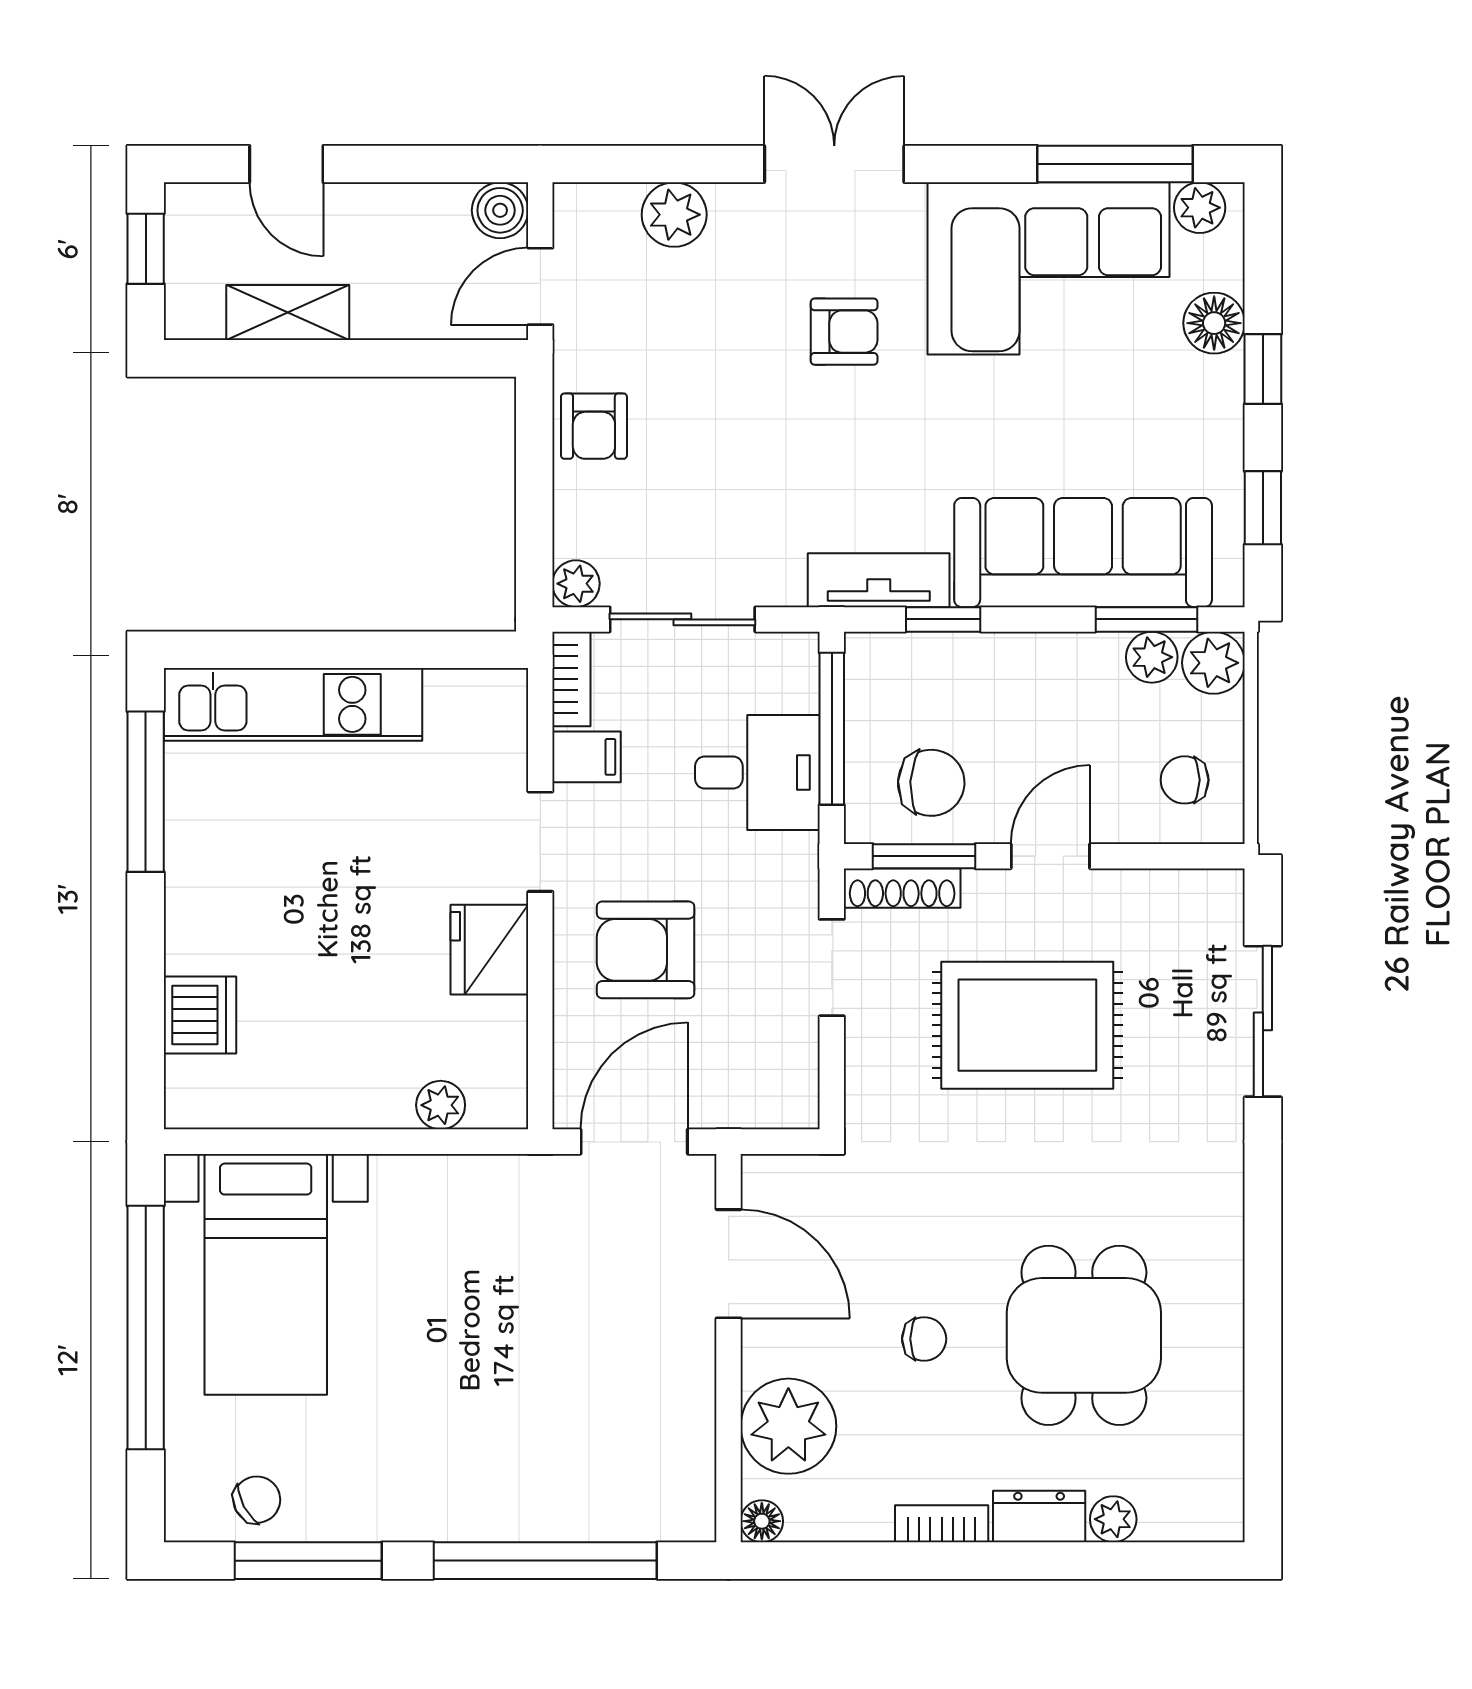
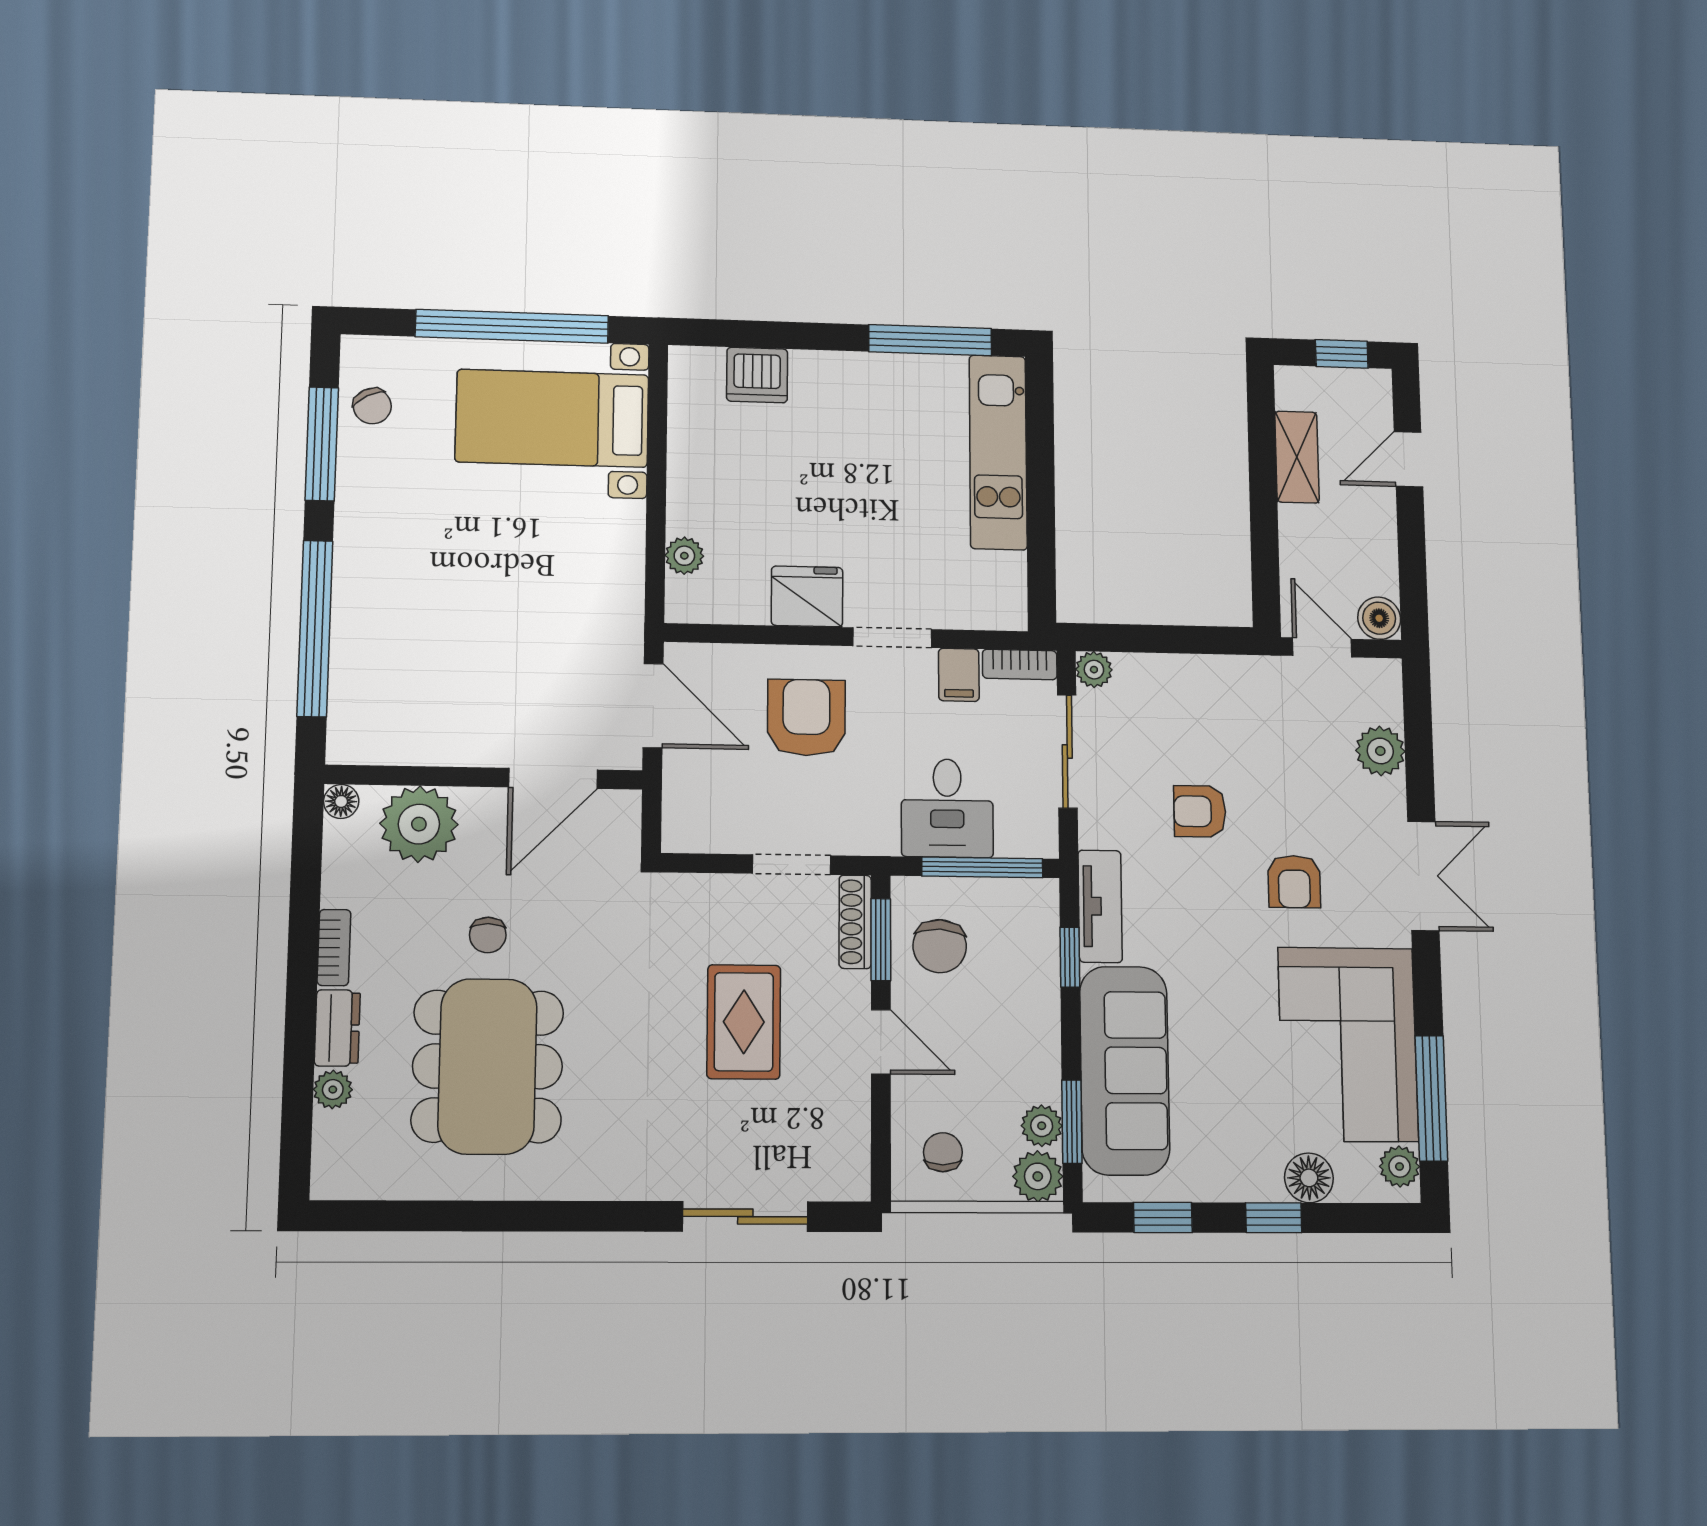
armchair: (594, 426) -> (1200, 811), moved
rug: (1027, 1025) -> (744, 1022), width x0.73, depth x0.70
dining table: (1084, 1335) -> (488, 1066), width x1.38

